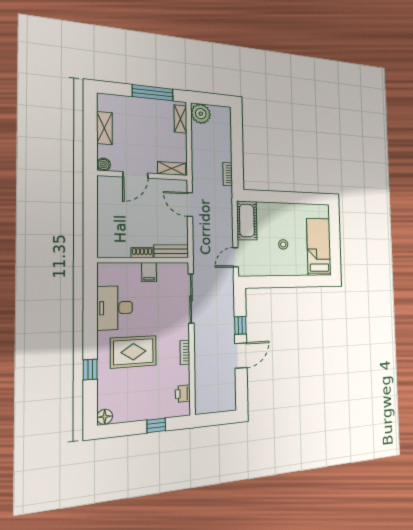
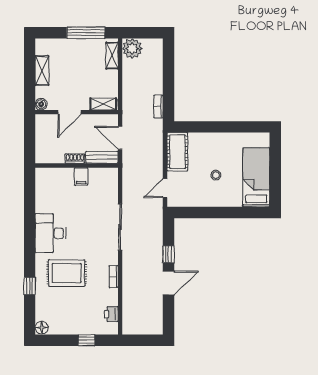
bench: (171, 251) -> (102, 157), moved
shoe rack: (142, 253) -> (75, 159), moved
wall: (144, 260) -> (77, 165), moved
filing cabinet: (149, 272) -> (81, 176), moved

